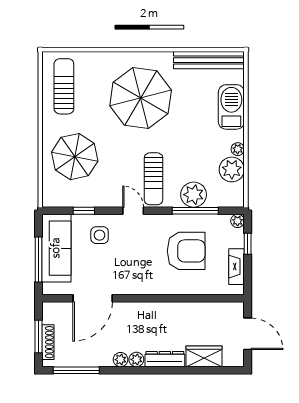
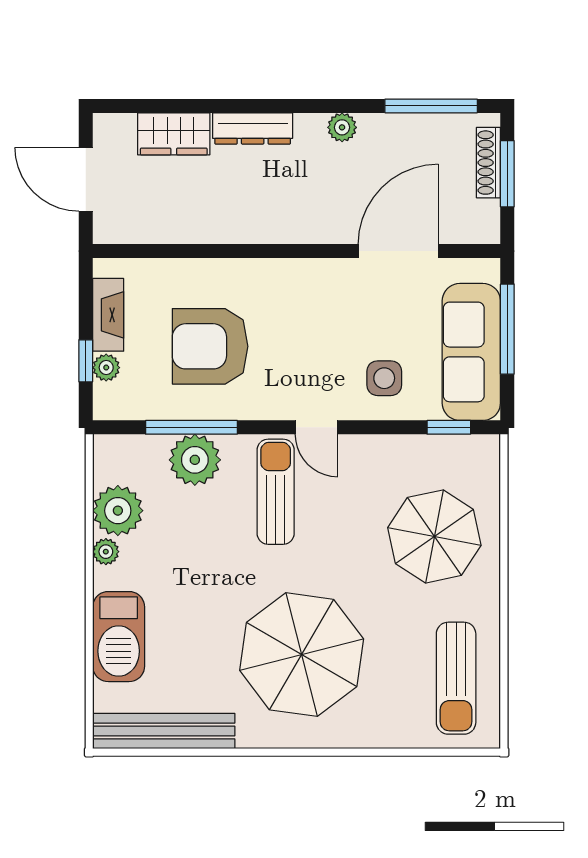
window: (84, 211) -> (449, 427), moved
plant: (238, 221) -> (106, 368), moved
plant: (136, 359) -> (310, 128), removed

